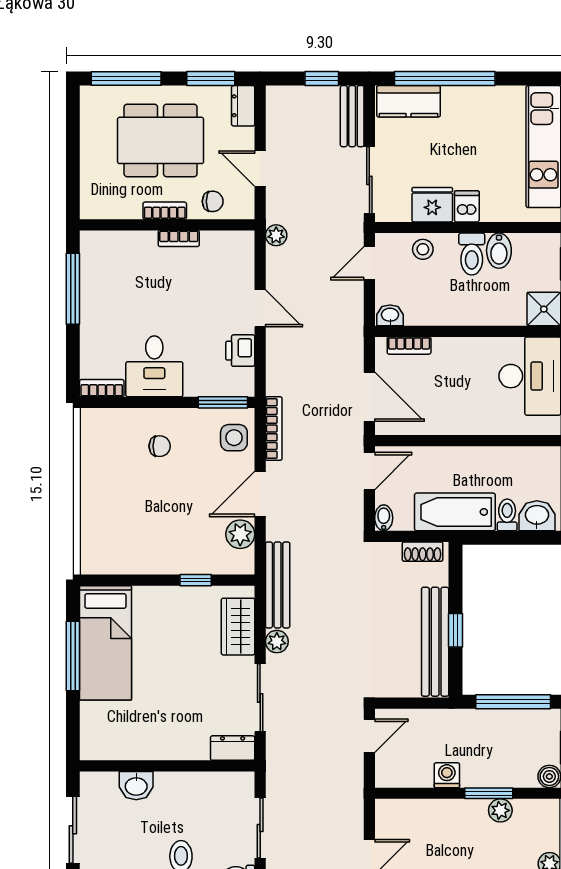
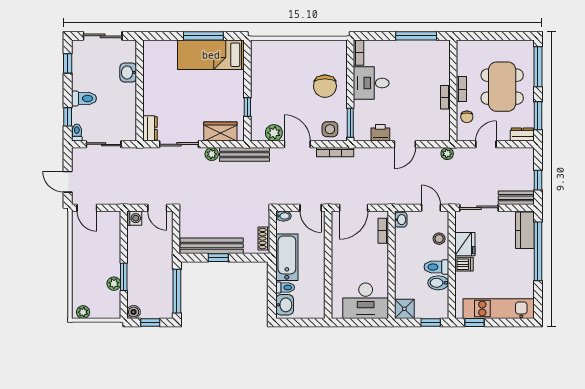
chair: (160, 446) -> (325, 86), width x1.87, depth x1.87
washing machine: (447, 775) -> (134, 218), moved

